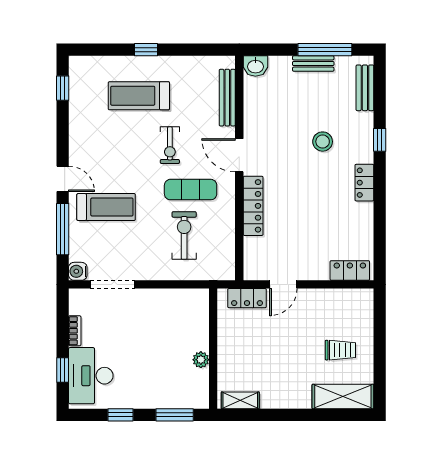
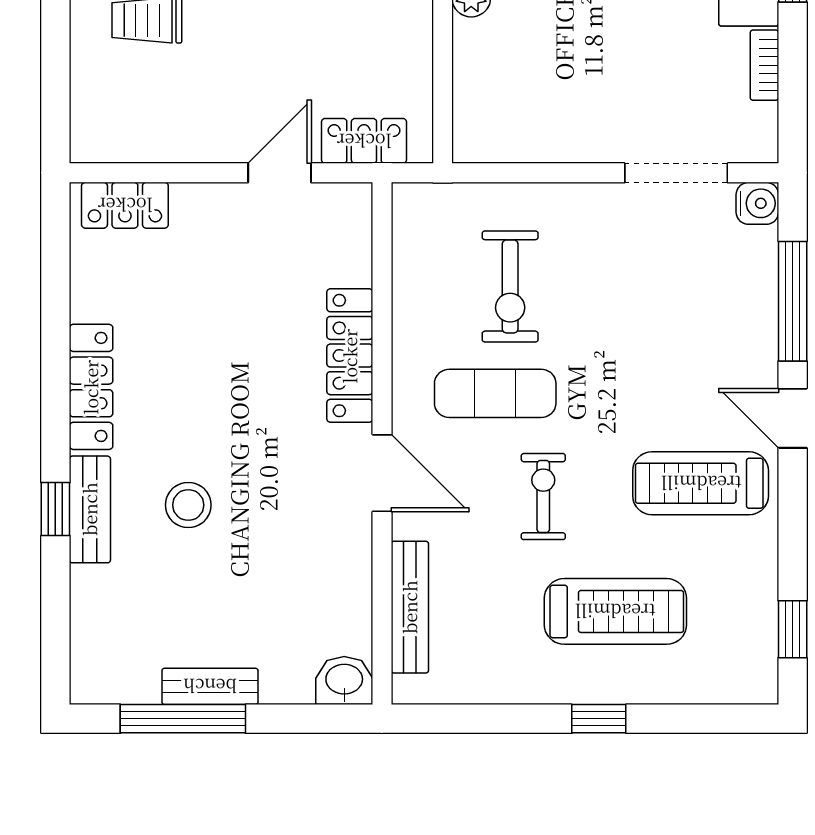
bench: (365, 88) -> (90, 509), moved
locker: (364, 183) -> (91, 387), width x1.53
treadmill: (106, 207) -> (701, 483), moved

